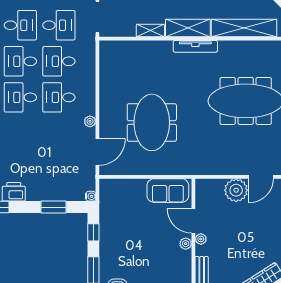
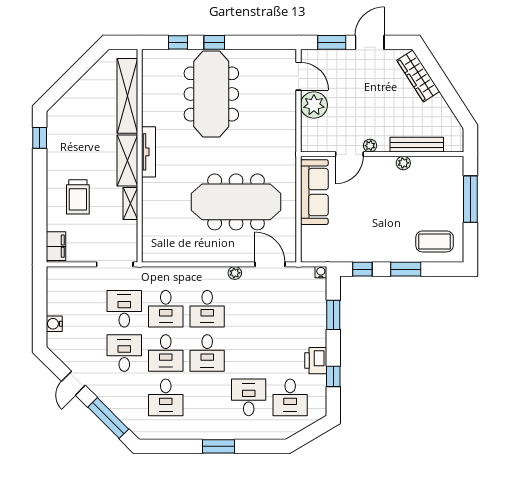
meeting table: (152, 122) -> (236, 202), width x1.36
sofa: (168, 191) -> (314, 192), width x1.36
plant: (186, 244) -> (403, 163), moved

